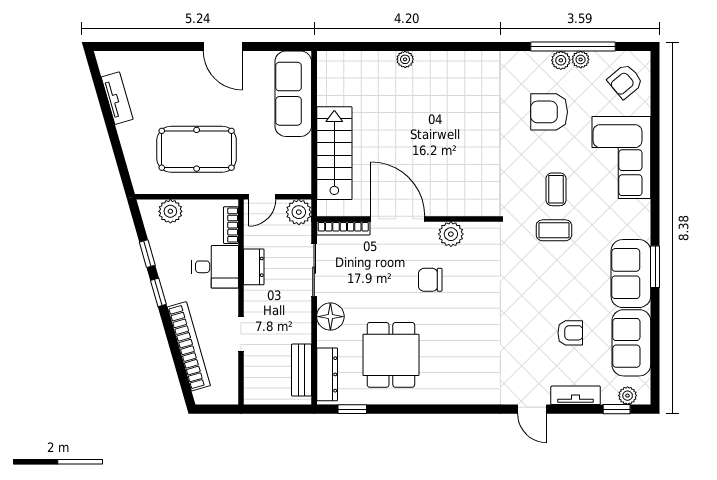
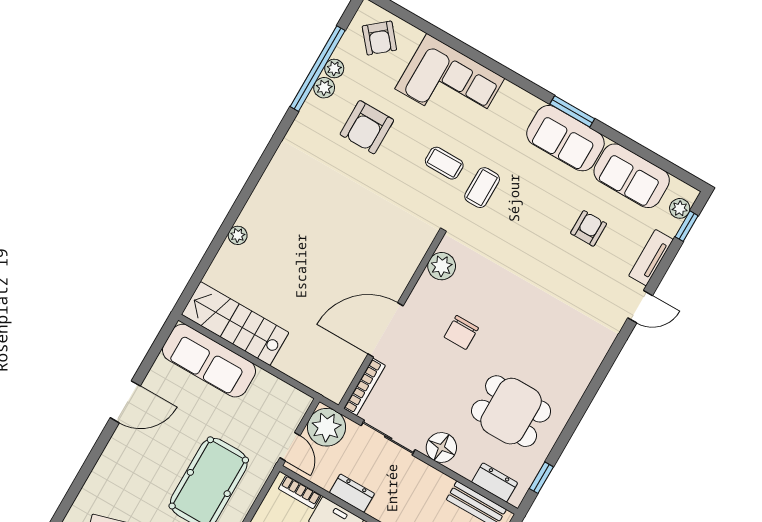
stairs: (334, 153) -> (235, 324), moved
plant: (299, 212) -> (326, 427), width x1.36, depth x1.36
plant: (451, 234) -> (442, 266), moved
dresser: (327, 374) -> (495, 482), width x0.70

